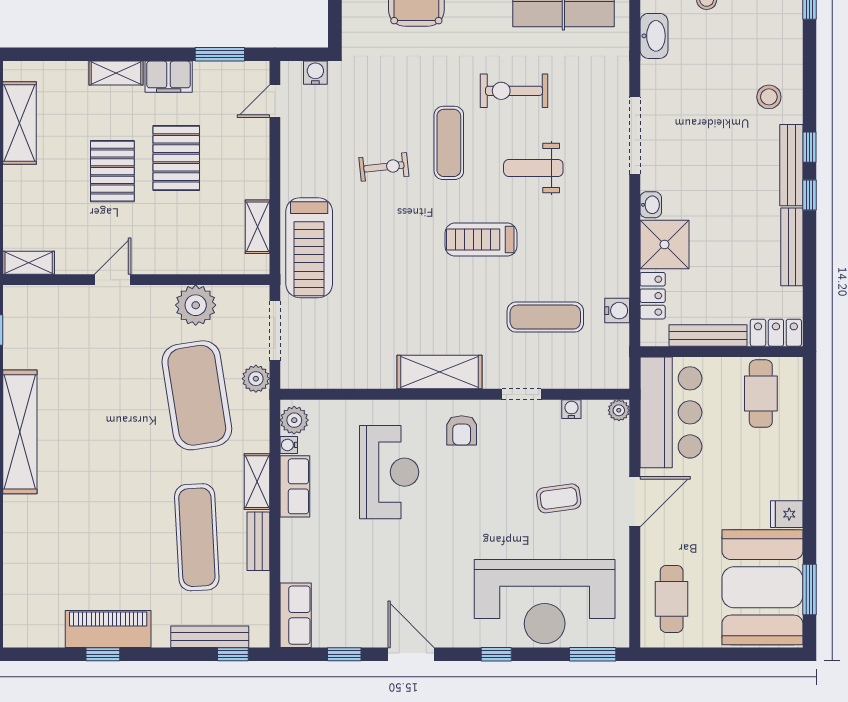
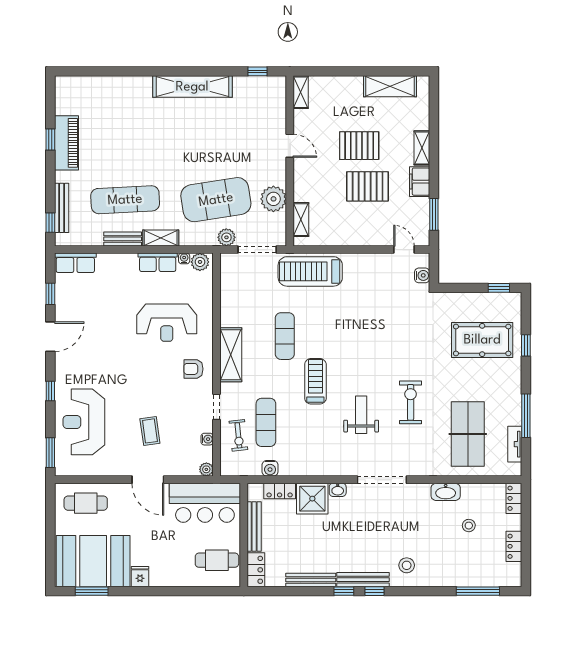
exercise mat: (449, 143) -> (285, 336), moved, turned 90
exercise bike: (384, 167) -> (238, 435), moved
shelving: (257, 227) -> (301, 220), moved, turned 90
reception desk: (545, 602) -> (84, 422), width x0.74, depth x0.77

